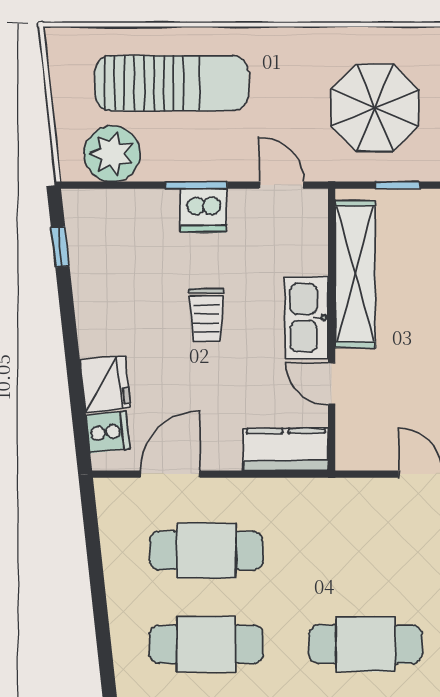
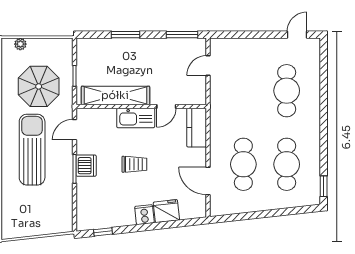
sun lounger: (172, 83) -> (32, 150), moved
plant: (112, 154) -> (60, 208), removed
cooker: (108, 432) -> (144, 215), moved

